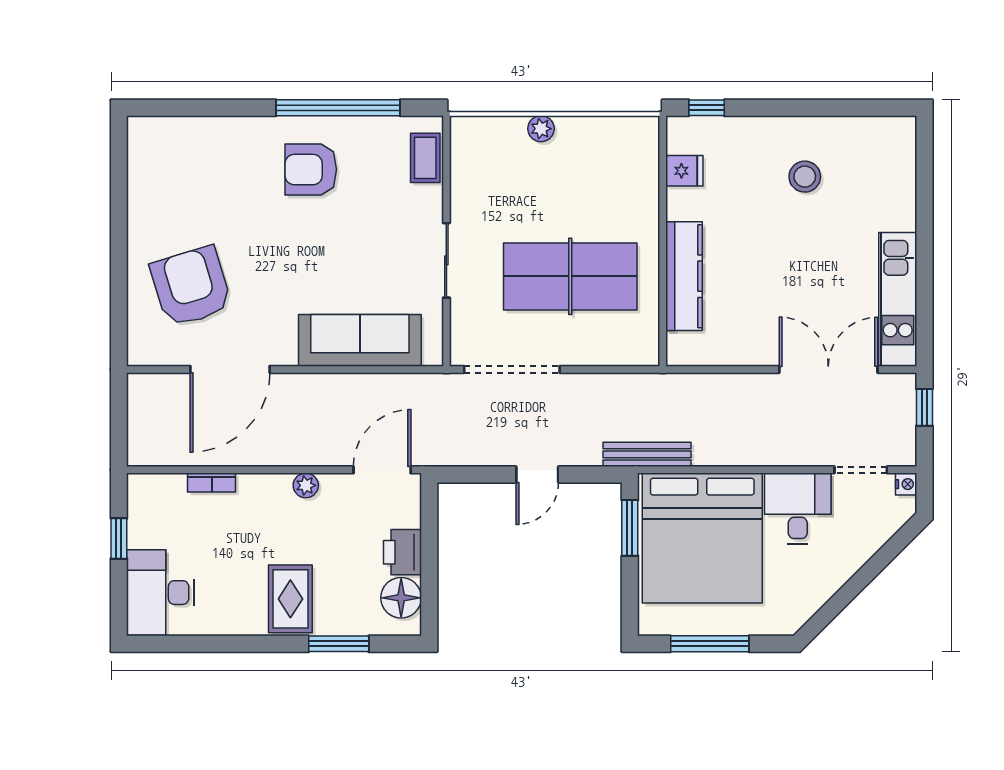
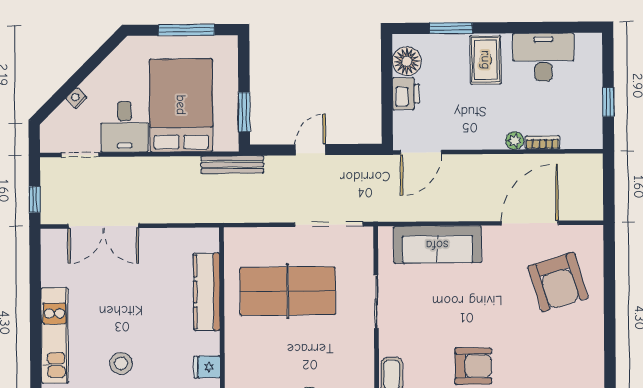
kitchen unit: (898, 299) -> (55, 335), moved
nightstand: (906, 484) -> (76, 98), moved, turned 45
plant: (306, 485) -> (515, 141), moved
bed: (702, 538) -> (181, 105), width x0.73
desk: (160, 593) -> (543, 57), moved, turned -90

